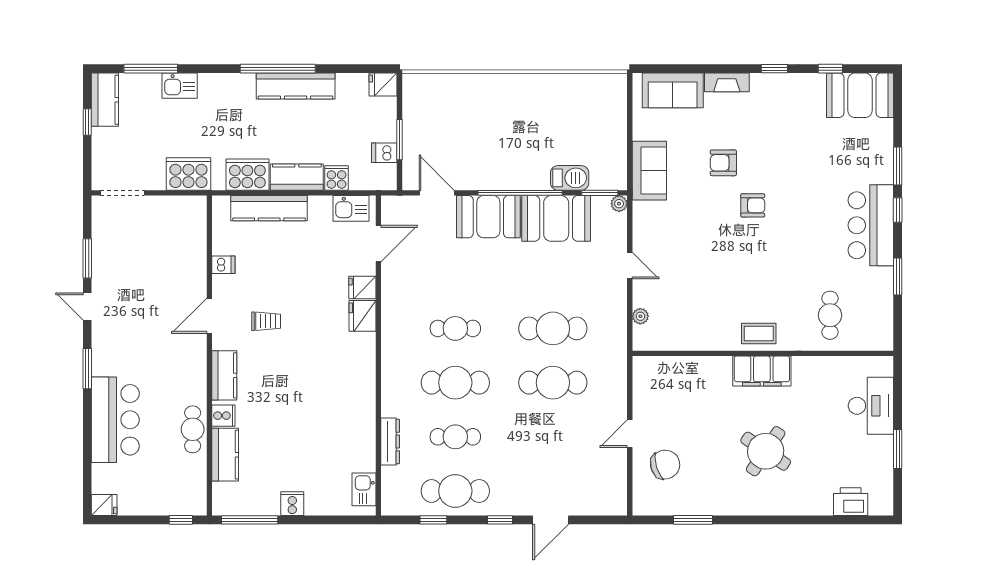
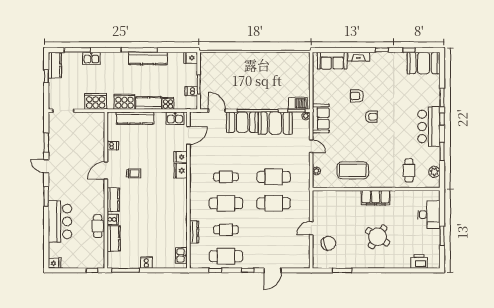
sofa: (649, 171) -> (321, 118), moved
barbecue: (570, 178) -> (298, 103), moved
plant: (882, 318) -> (434, 172), added
coffee table: (759, 334) -> (353, 170), moved, width x1.86, depth x1.72

